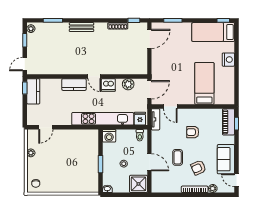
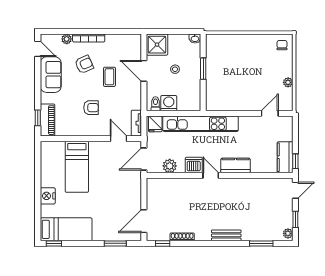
washing machine: (109, 136) -> (169, 103), moved

